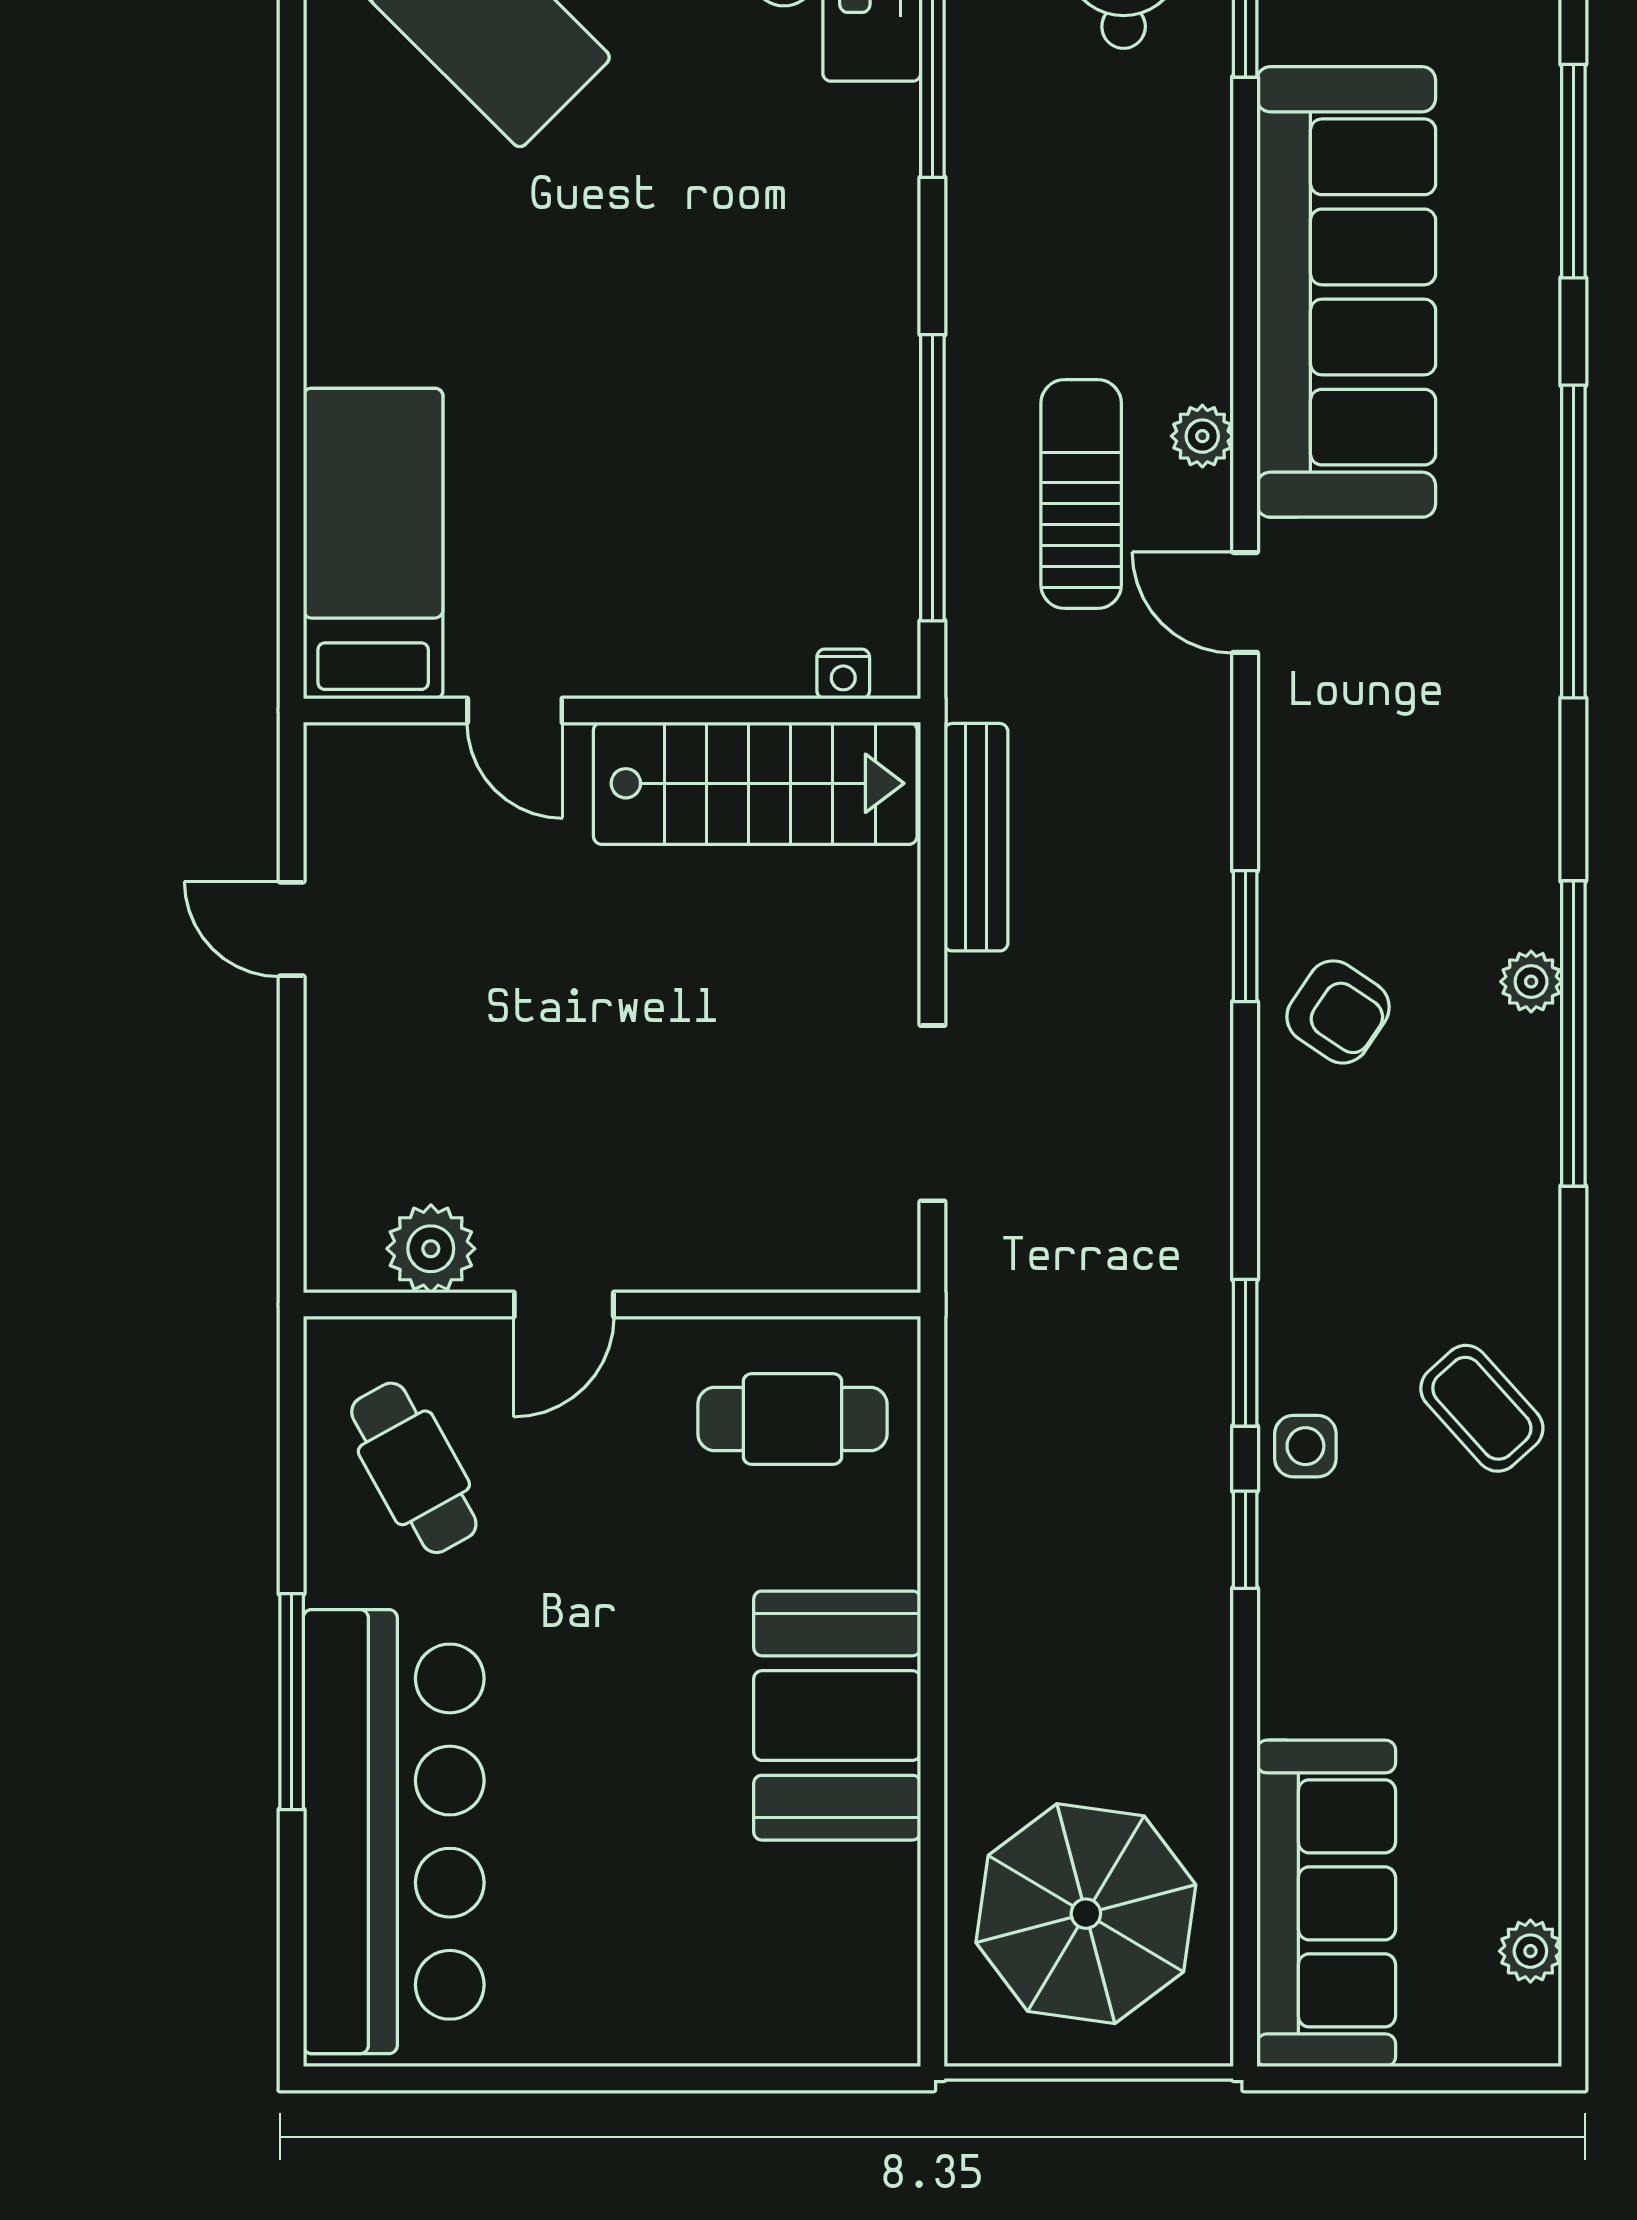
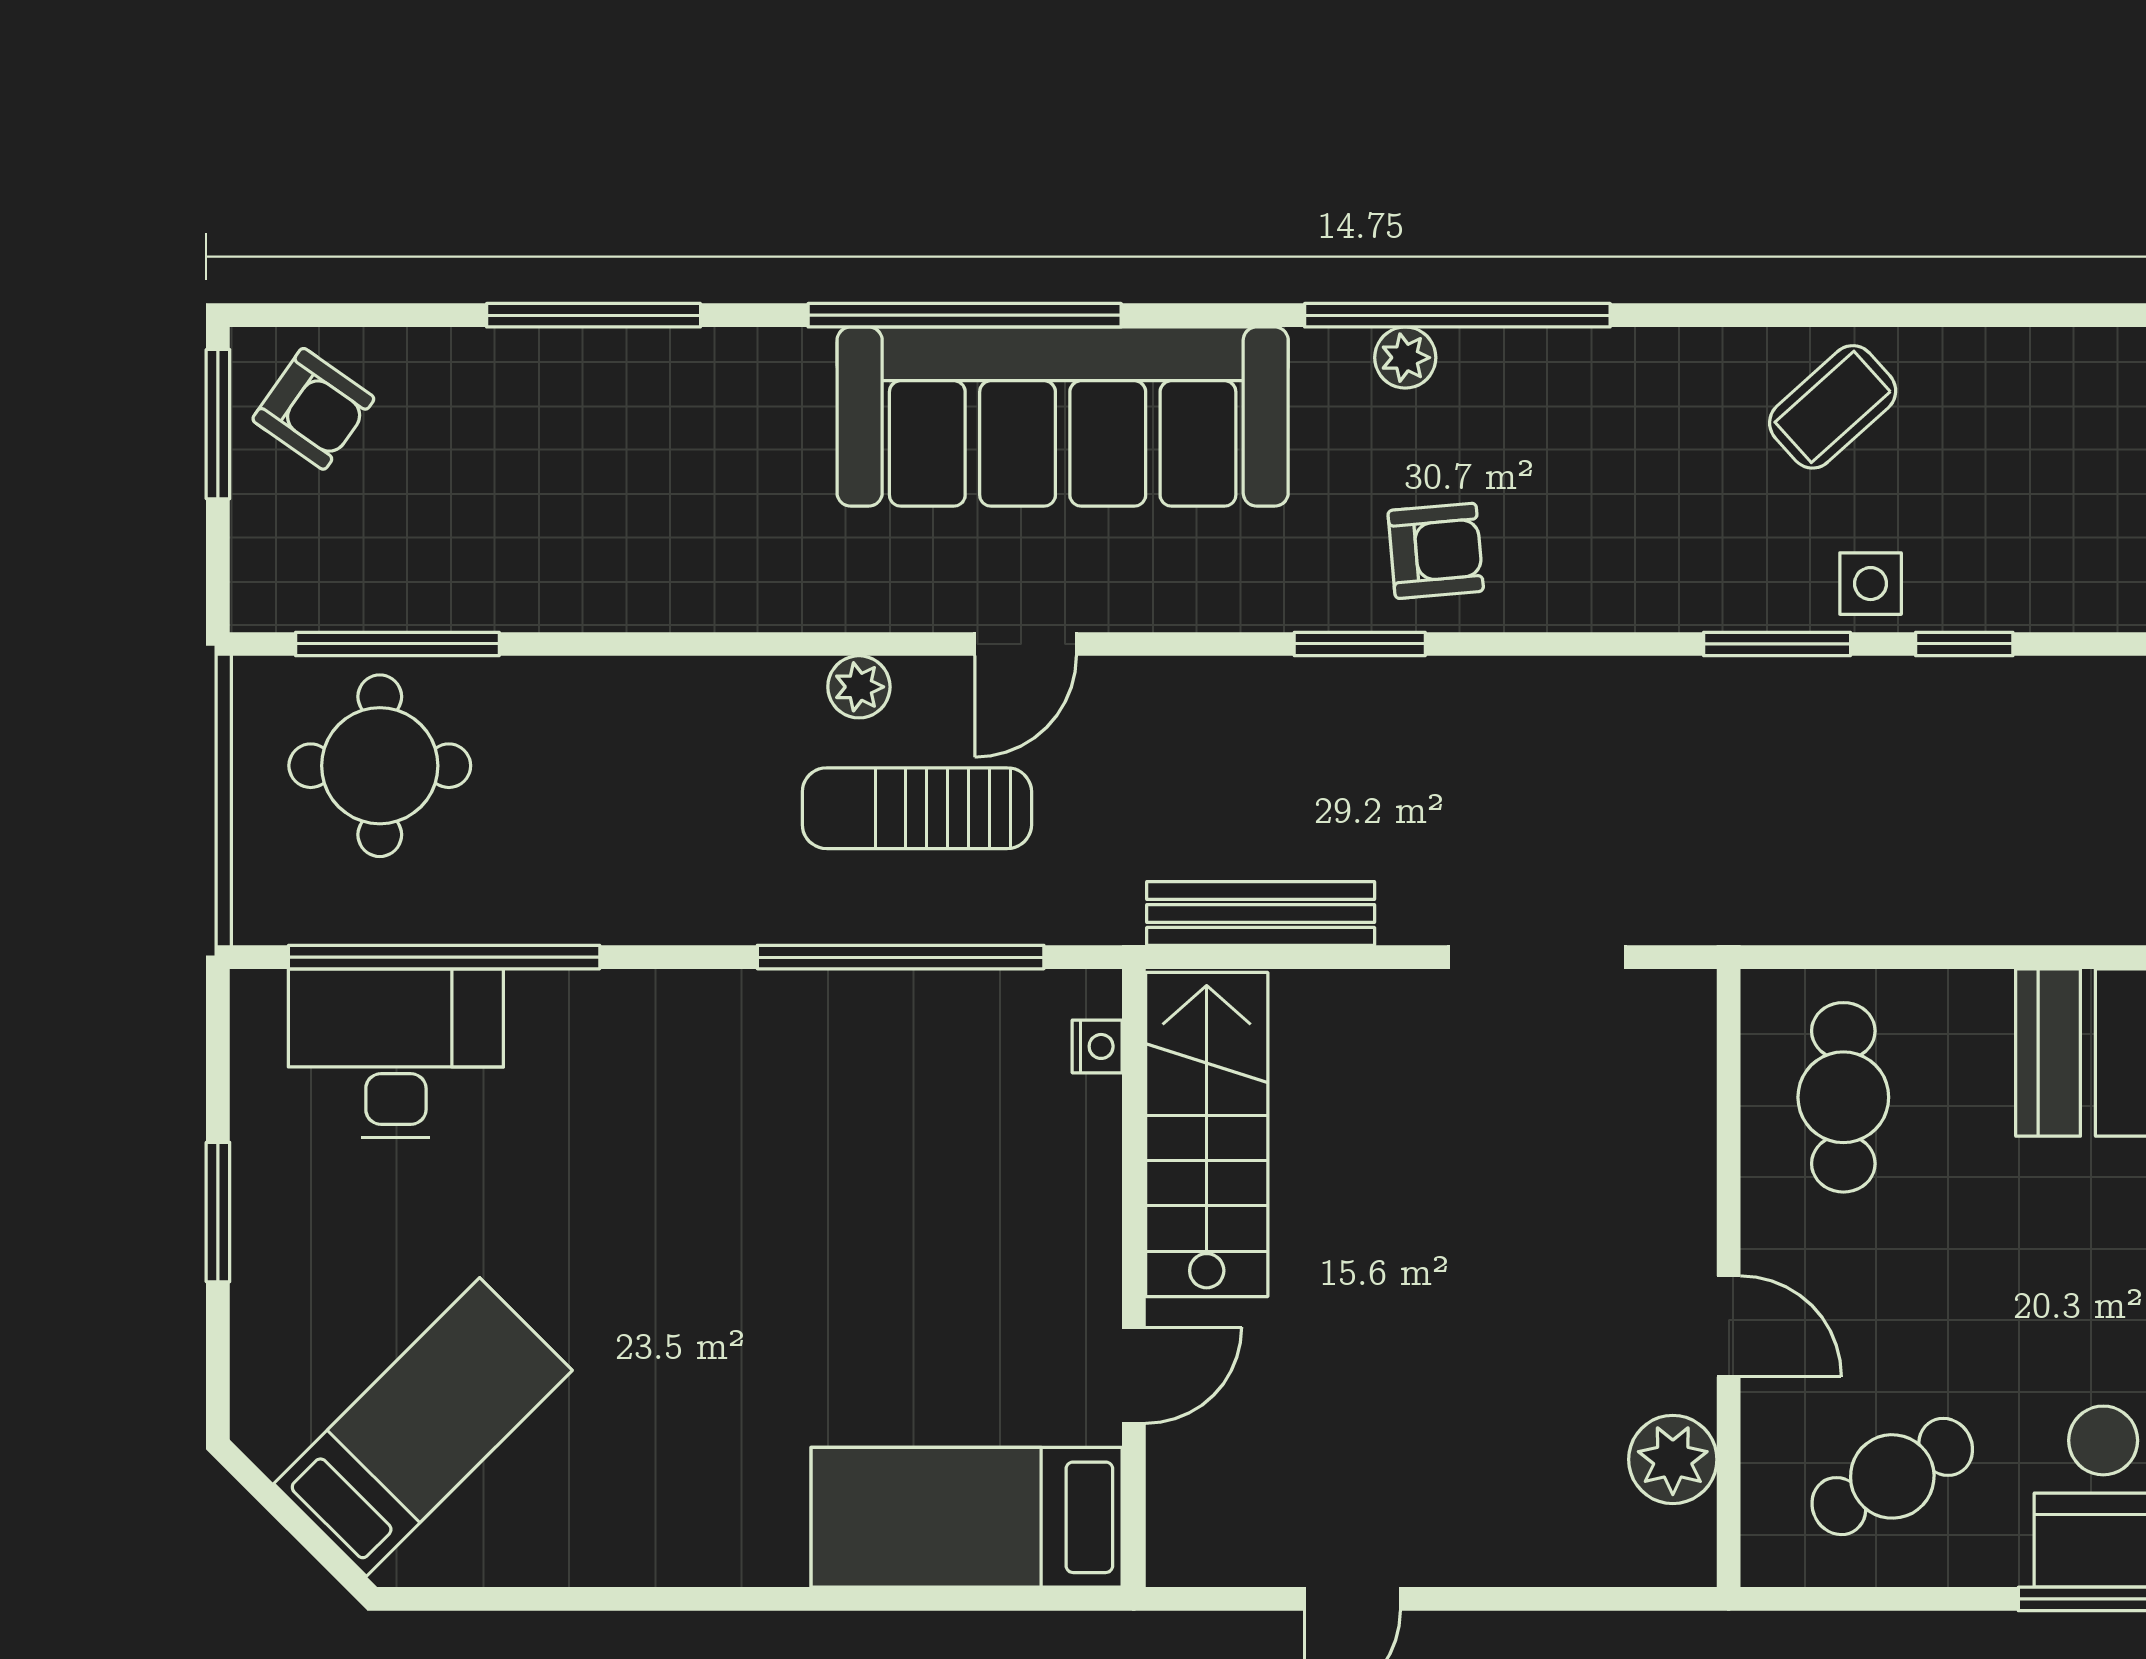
sofa: (1346, 292) -> (1063, 417), moved, turned 180
armchair: (1338, 1012) -> (1436, 551), turned 51

